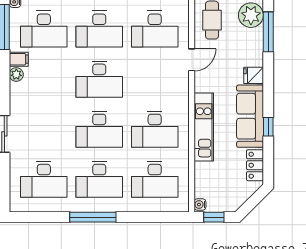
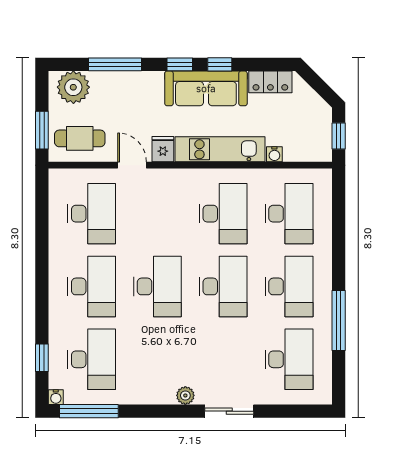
window: (268, 32) -> (115, 64), moved
filing cabinet: (19, 59) -> (131, 392), removed
plant: (16, 74) -> (185, 395), moved
fridge: (254, 75) -> (163, 149), moved, turned 180
window: (268, 96) -> (180, 64), added
water cooler: (200, 205) -> (274, 154), moved
window: (93, 217) -> (339, 321), moved

